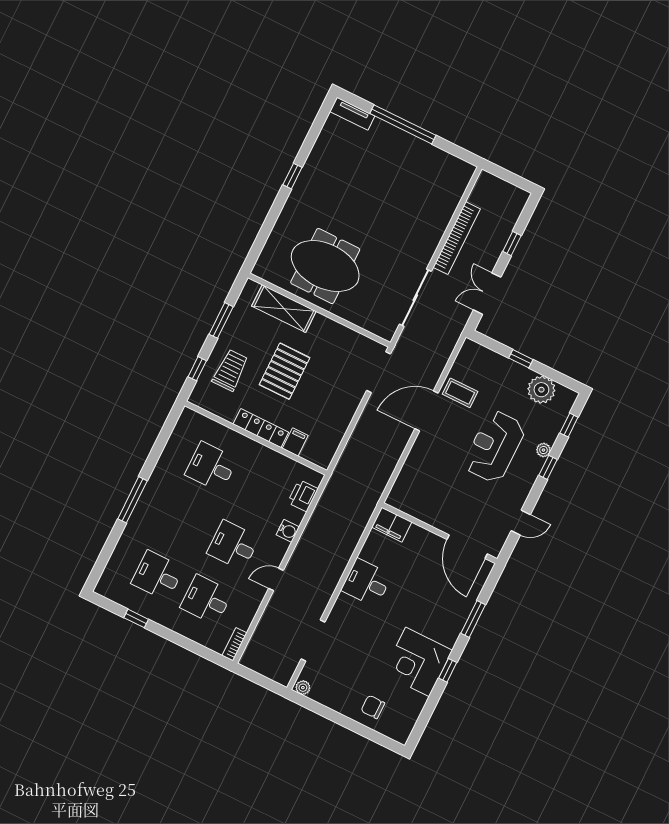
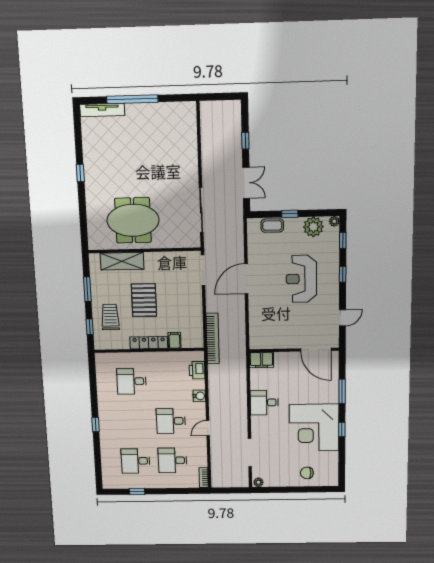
tv unit: (352, 114) -> (102, 110), width x1.41
bookcase: (457, 238) -> (213, 338), moved
double door: (487, 294) -> (246, 183), swing flipped
coffee table: (460, 393) -> (272, 226), moved
plant: (543, 450) -> (334, 221), moved
window: (132, 500) -> (96, 425), width x0.46
corner desk: (418, 662) -> (314, 428), width x1.36, depth x1.36

